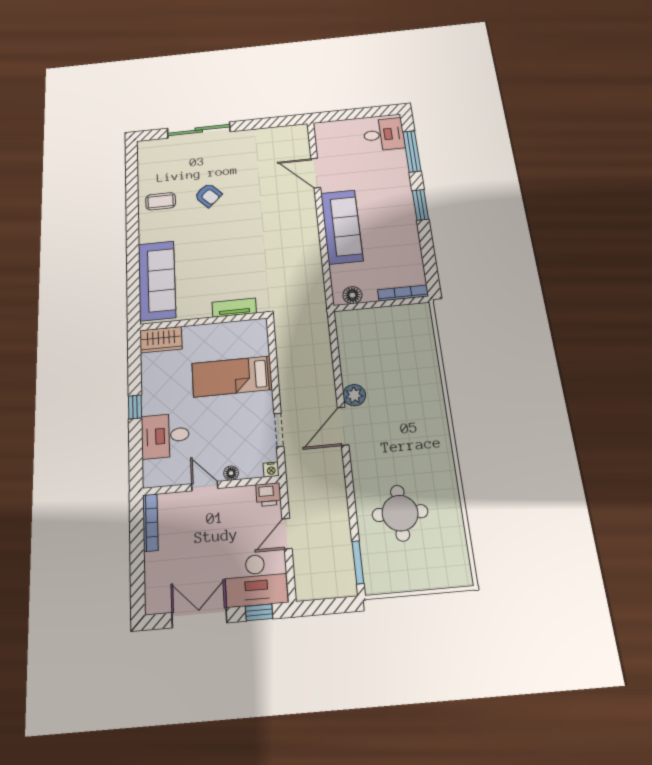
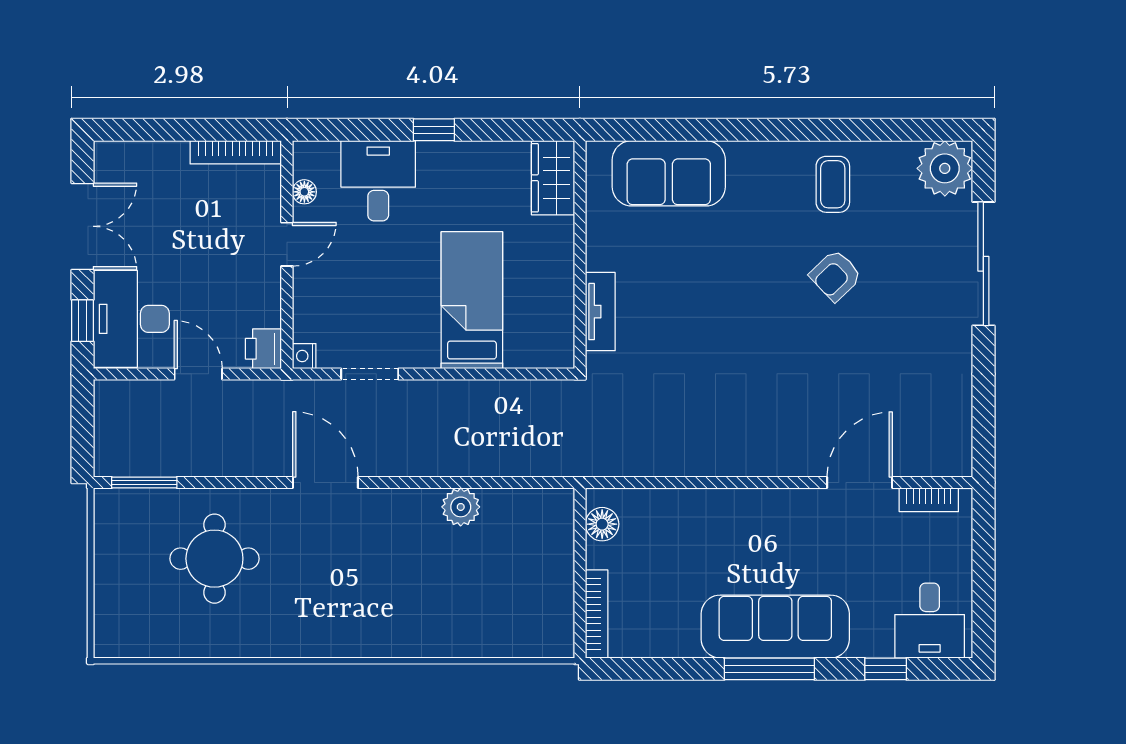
bookcase: (321, 141) -> (929, 500), added
window: (412, 151) -> (886, 669), width x0.46
plant: (151, 152) -> (945, 168), added
window: (420, 205) -> (769, 669), width x1.44
sofa: (342, 227) -> (775, 627), moved, turned 180
sofa: (157, 280) -> (669, 173), width x0.73
plant: (354, 395) -> (461, 507), moved
door: (343, 426) -> (325, 483), moved
floor lamp: (231, 473) -> (304, 192), moved

